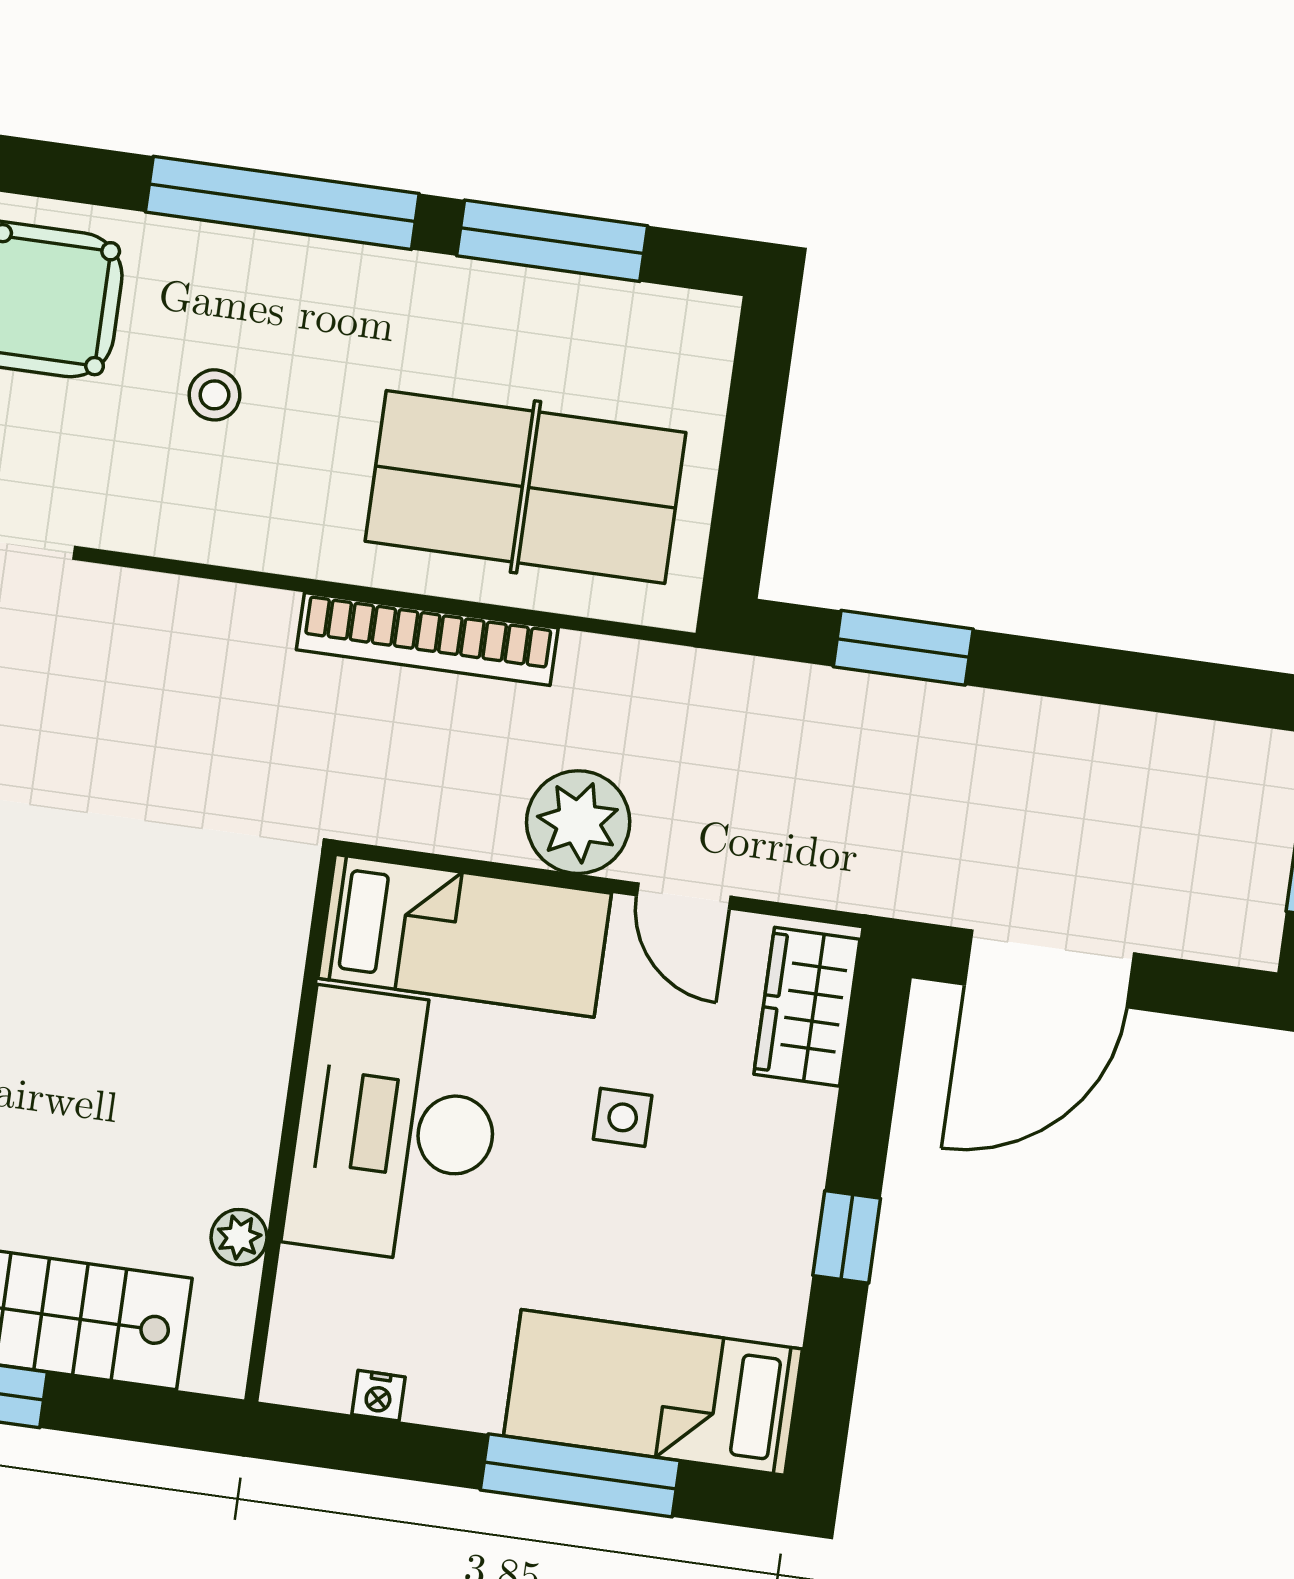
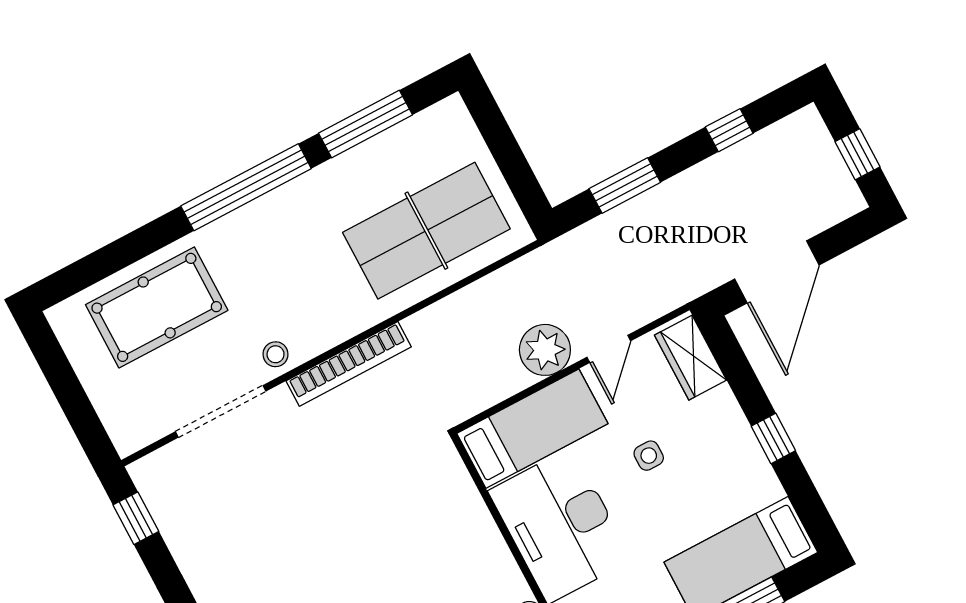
stool: (214, 395) -> (276, 354), moved
bookcase: (427, 639) -> (349, 364), moved
window: (1139, 681) -> (729, 130), added
door: (684, 896) -> (609, 349), hinge flipped

